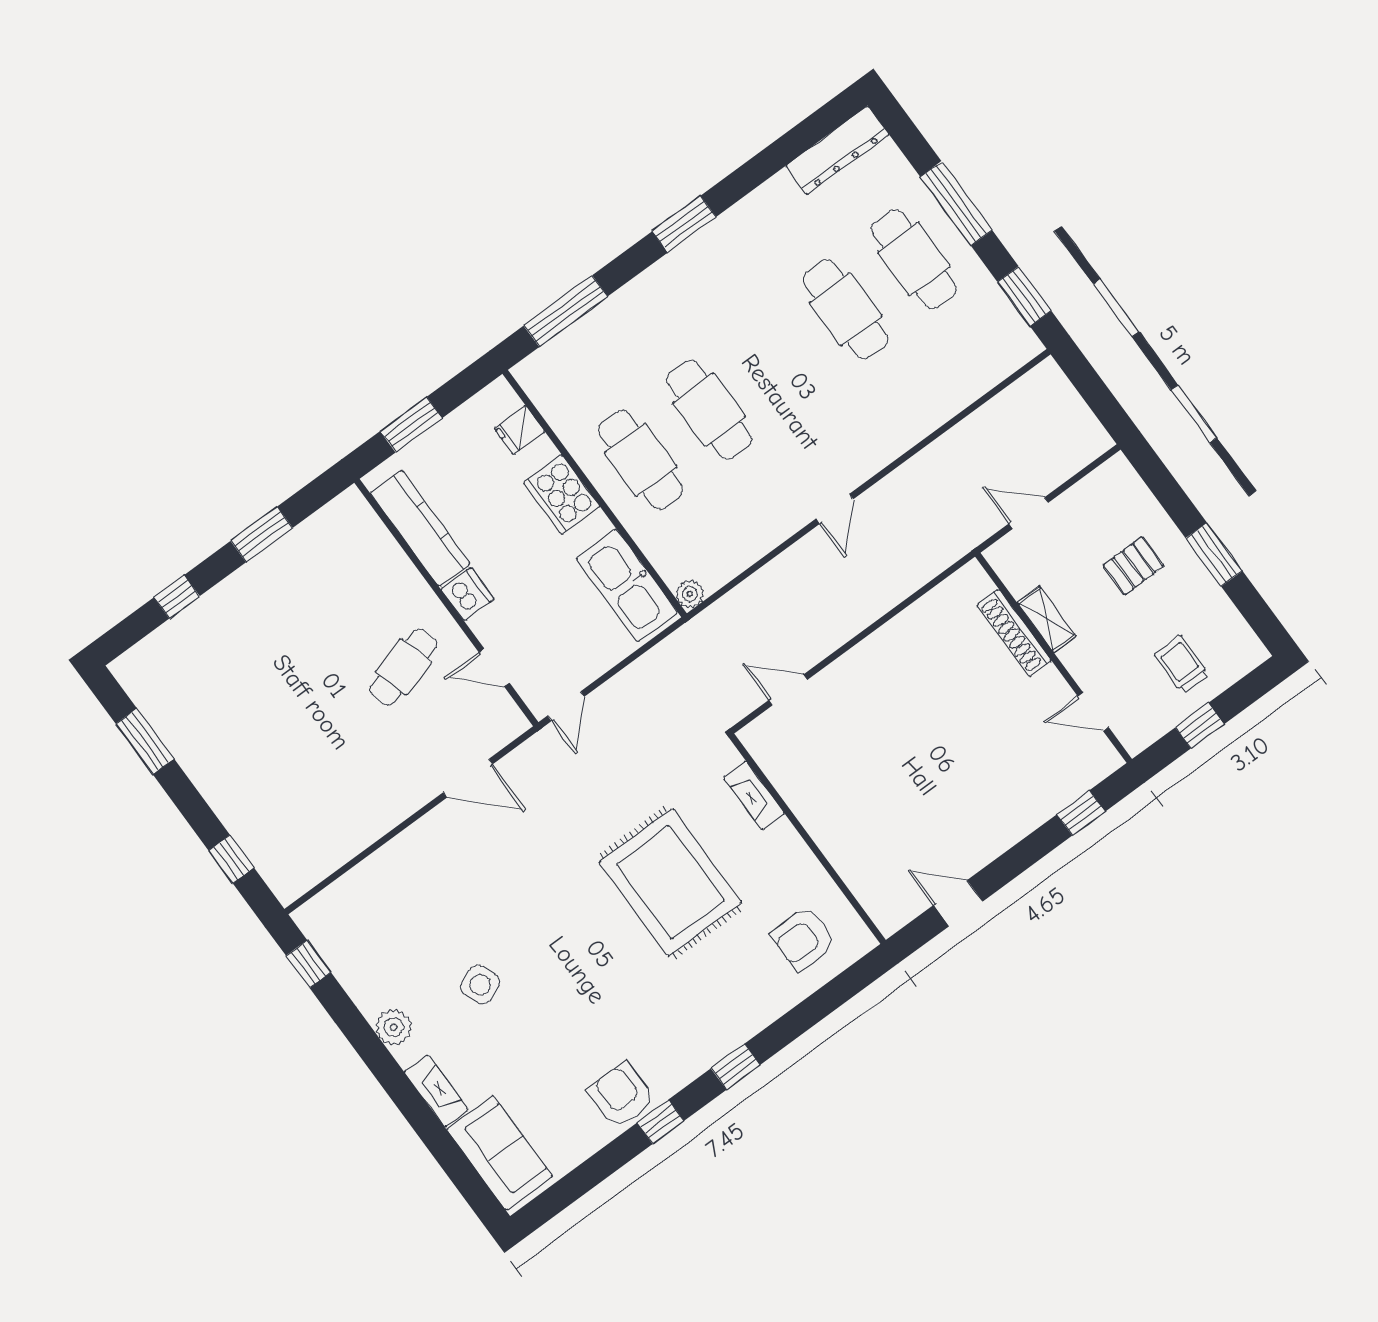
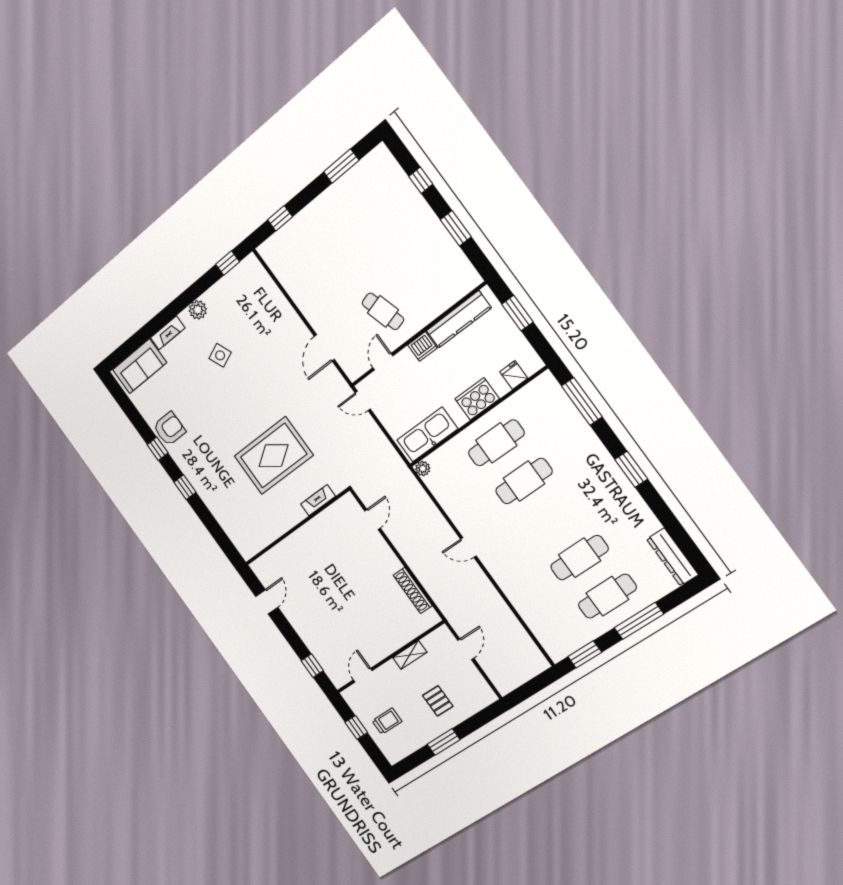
shoe rack: (1014, 633) -> (413, 590), moved, turned -90
armchair: (803, 939) -> (247, 523), removed

